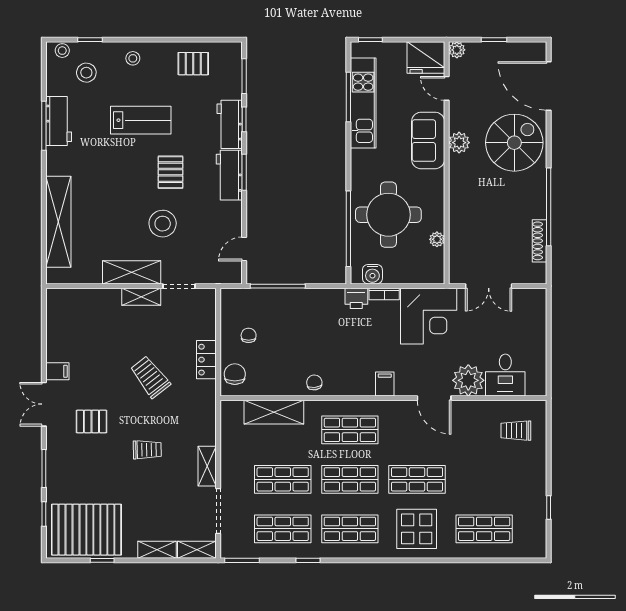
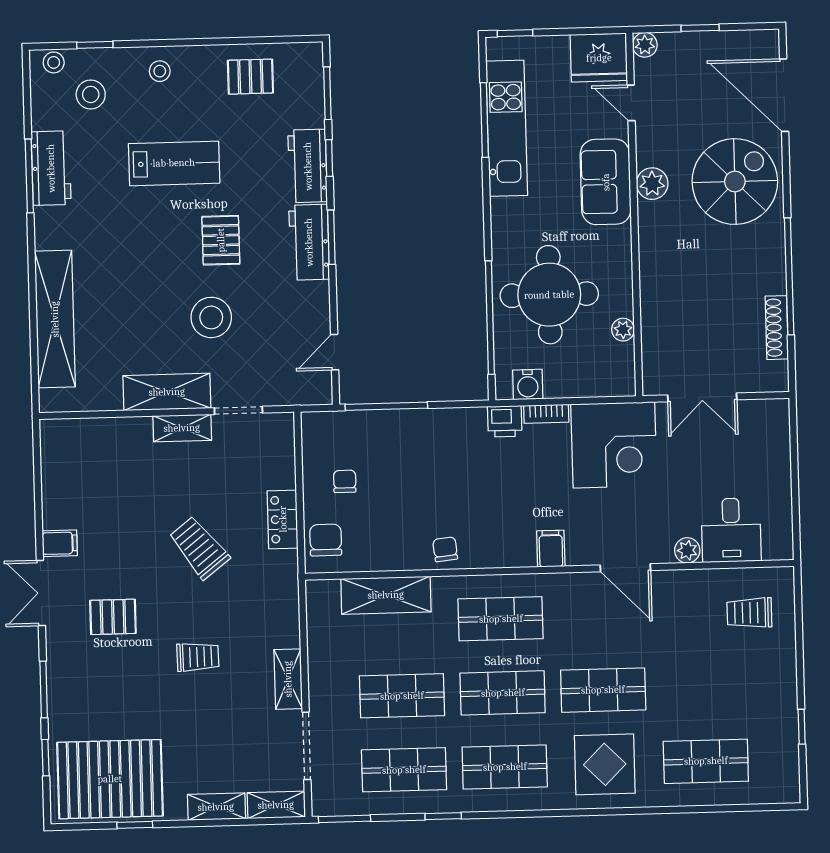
plant: (468, 380) -> (687, 550), width x0.53, depth x0.53

